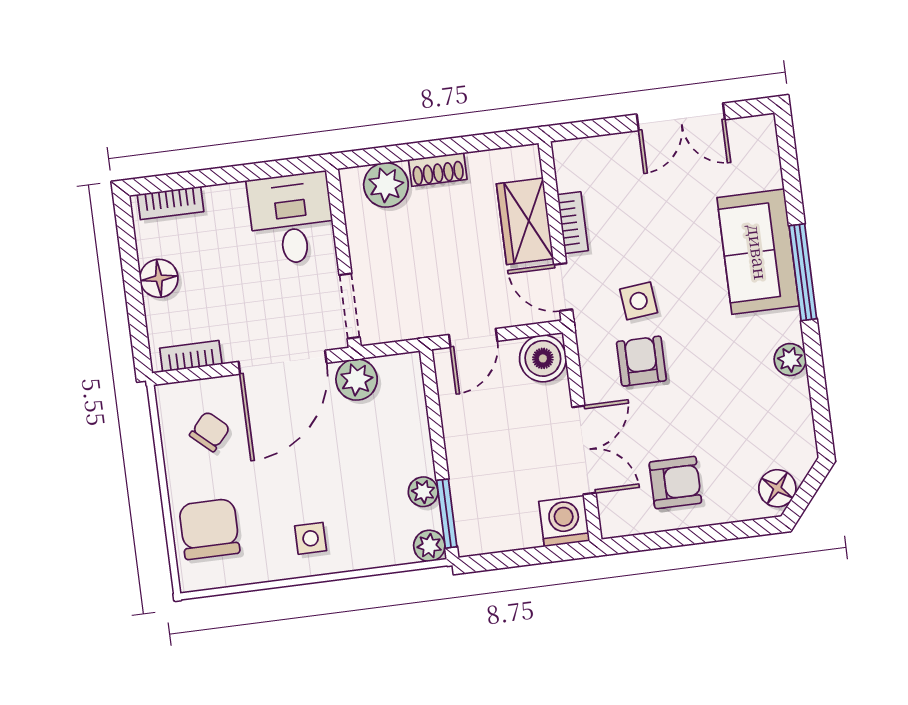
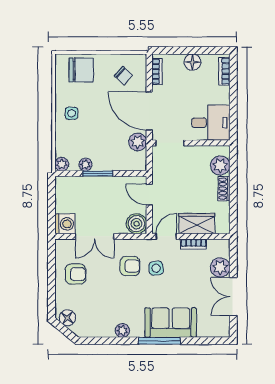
plant: (618, 155) -> (220, 267), added
armchair: (675, 483) -> (76, 274), turned -90
window: (447, 514) -> (98, 174), moved

